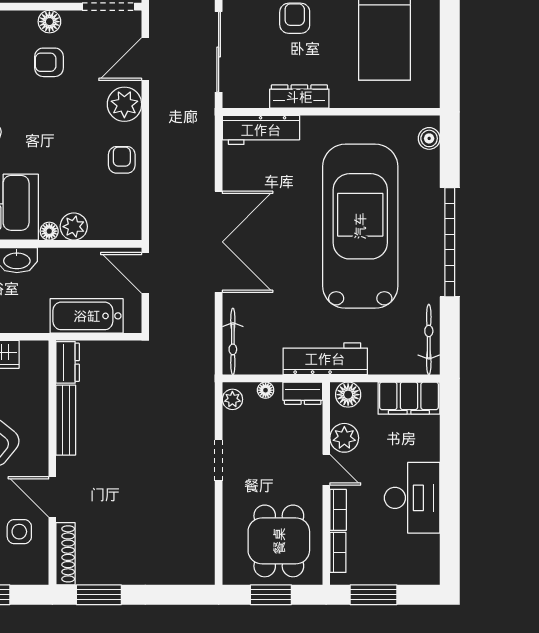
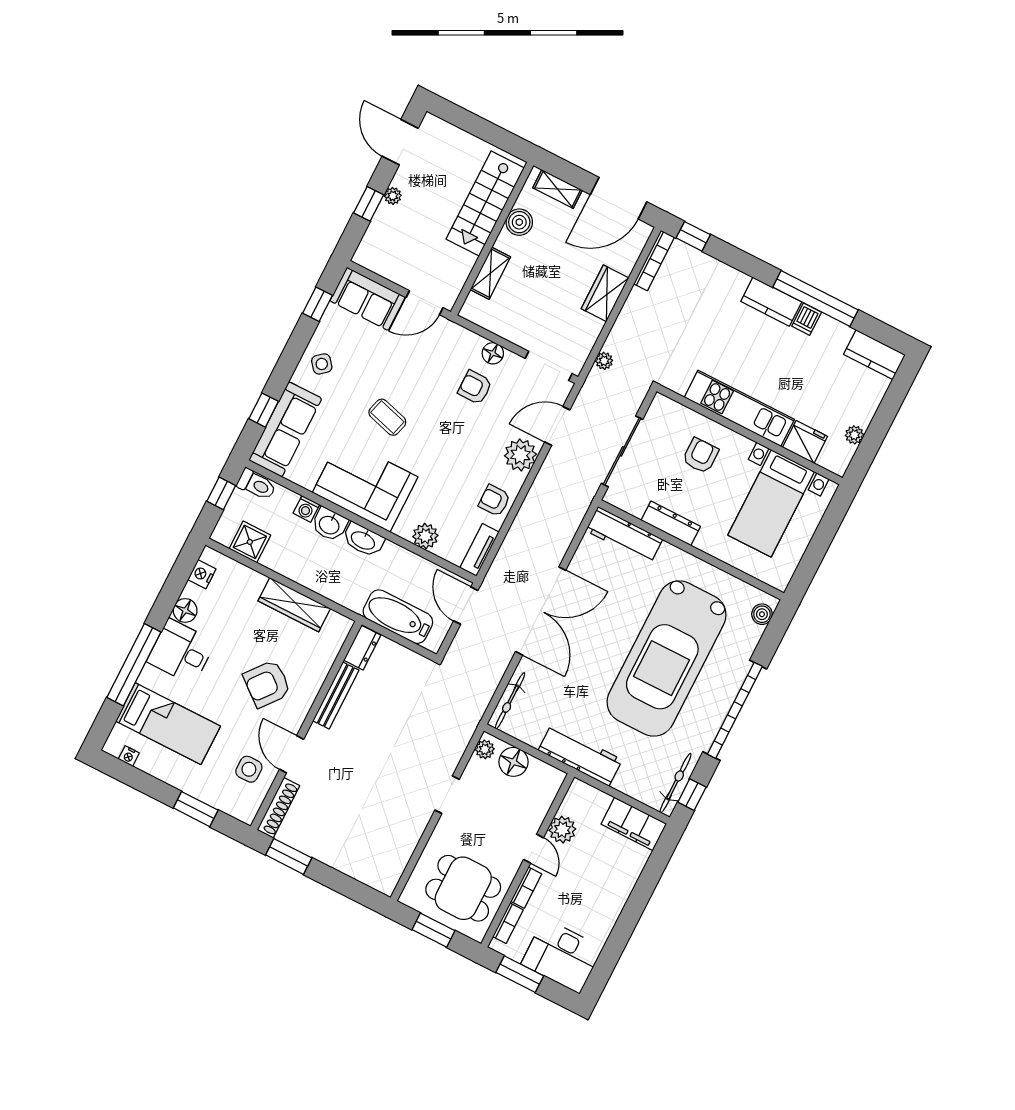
armchair: (122, 160) -> (494, 501), turned -90
tv unit: (131, 214) -> (479, 550), added
car: (360, 226) -> (666, 658), turned 180
floor lamp: (49, 231) -> (403, 529), removed
window: (450, 342) -> (692, 795), added
floor lamp: (266, 390) -> (513, 762), width x1.89, depth x1.89
dresser: (303, 393) -> (547, 774), removed
floor lamp: (348, 395) -> (584, 795), removed
desk: (412, 498) -> (562, 956), moved, turned 90
dining table: (279, 541) -> (463, 888), turned 90

